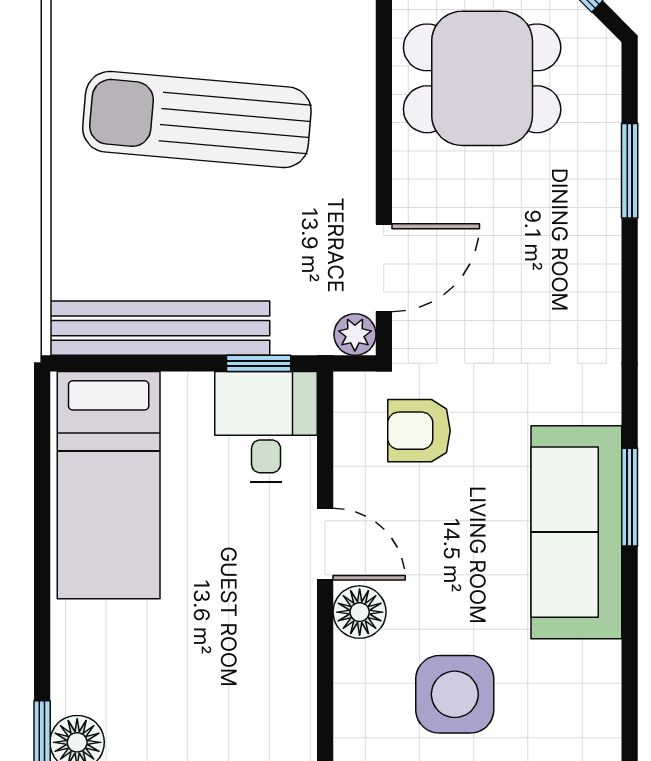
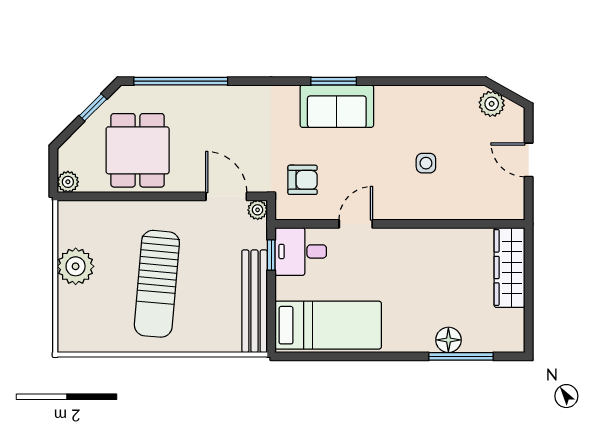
window: (630, 171) -> (181, 81), width x2.11
armchair: (419, 431) -> (303, 180), turned -90
sofa: (576, 532) -> (337, 106), width x0.73
floor lamp: (360, 612) -> (387, 208), removed
side table: (455, 694) -> (426, 163), width x0.54, depth x0.54

